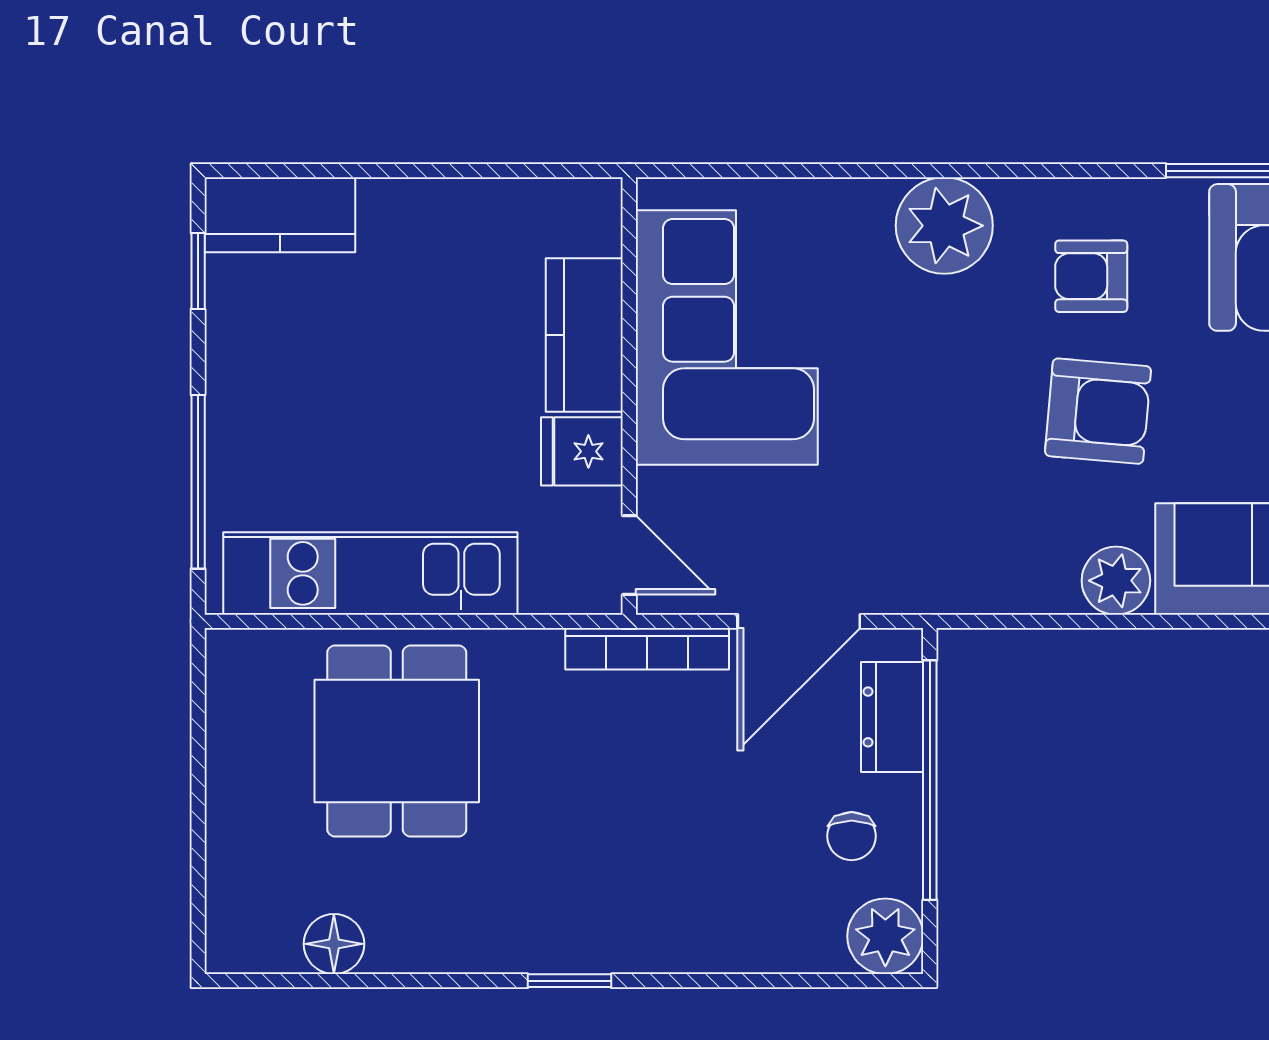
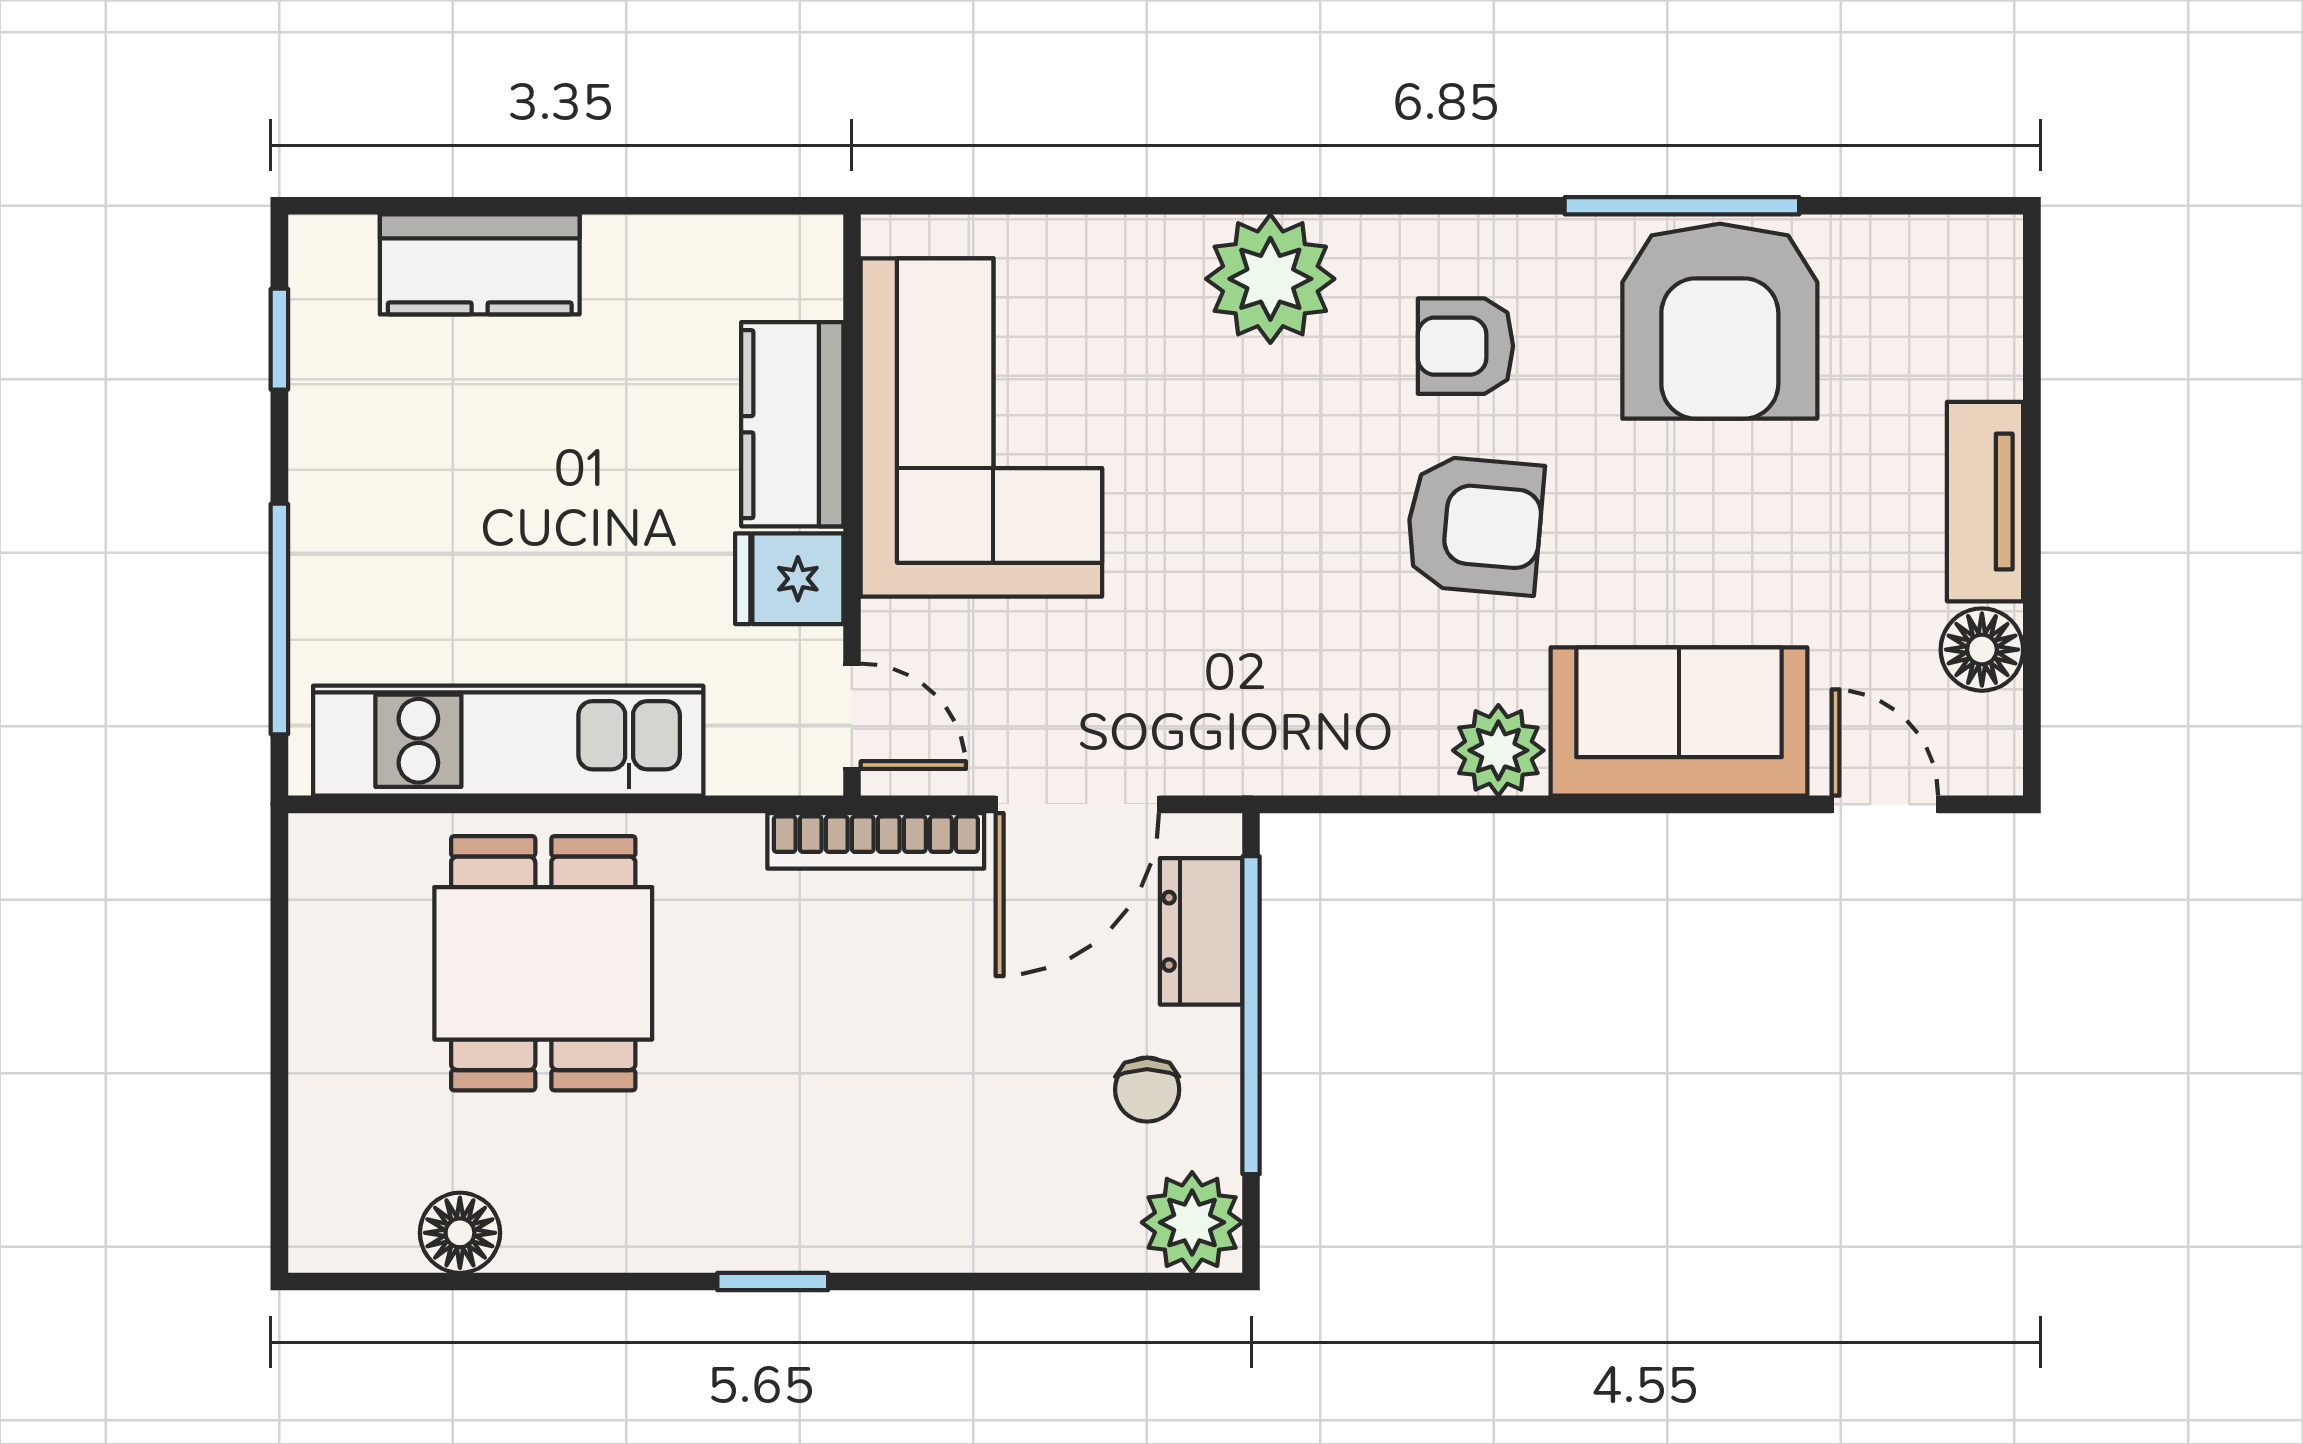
kitchen counter: (280, 215) -> (480, 264), moved

